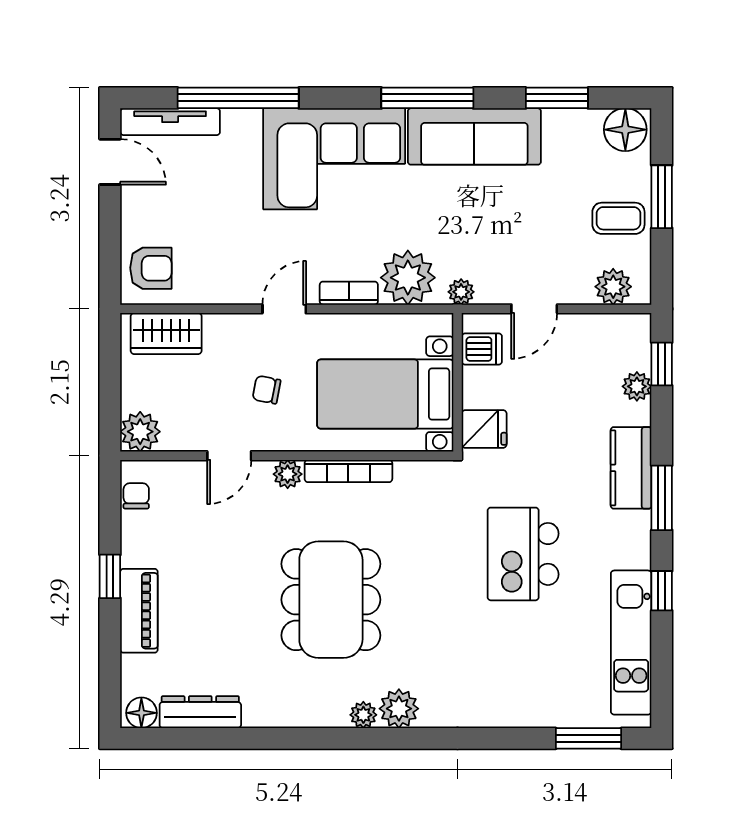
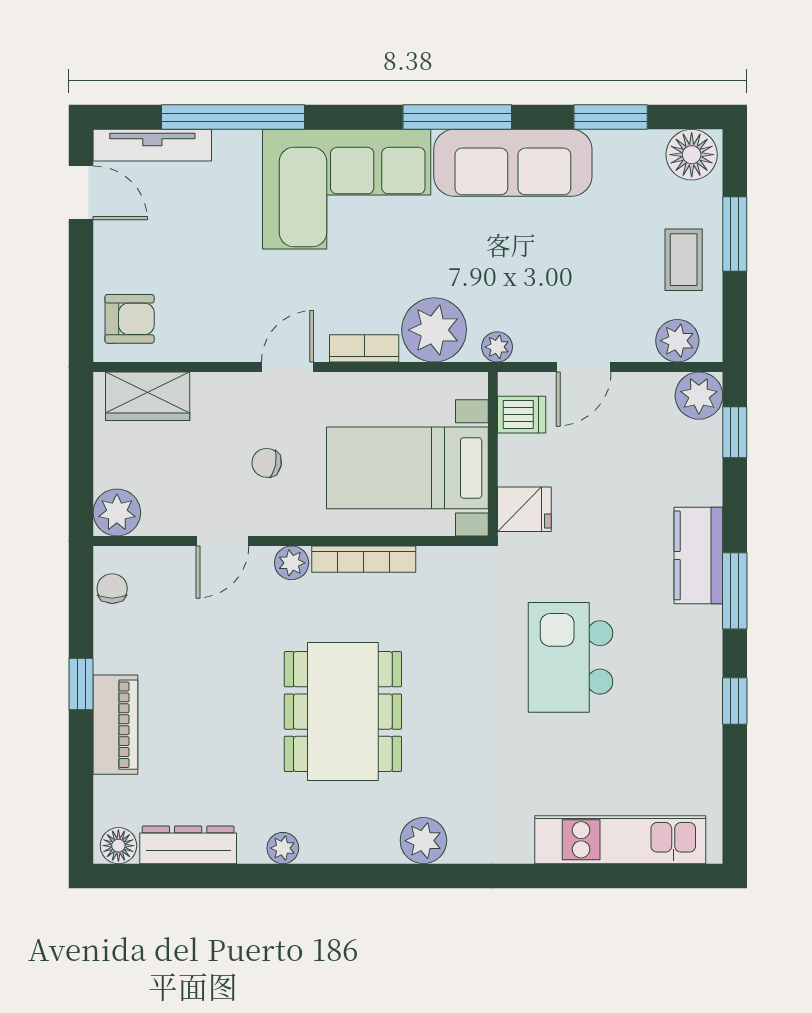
coffee table: (618, 218) -> (684, 260), turned 90
plant: (637, 386) -> (699, 396), moved, width x1.38, depth x1.38
kitchen unit: (631, 643) -> (620, 840), moved, turned 90
plant: (363, 715) -> (283, 848), moved
window: (588, 738) -> (648, 876), removed

